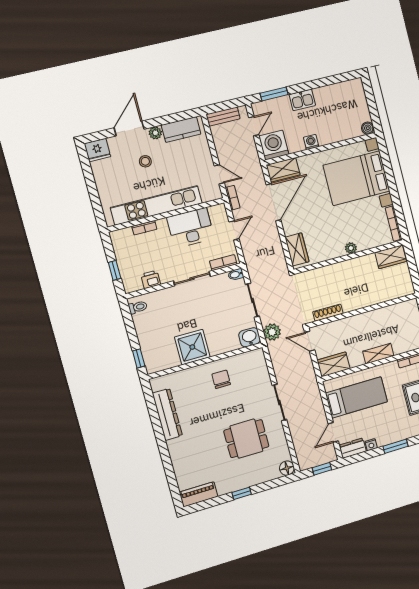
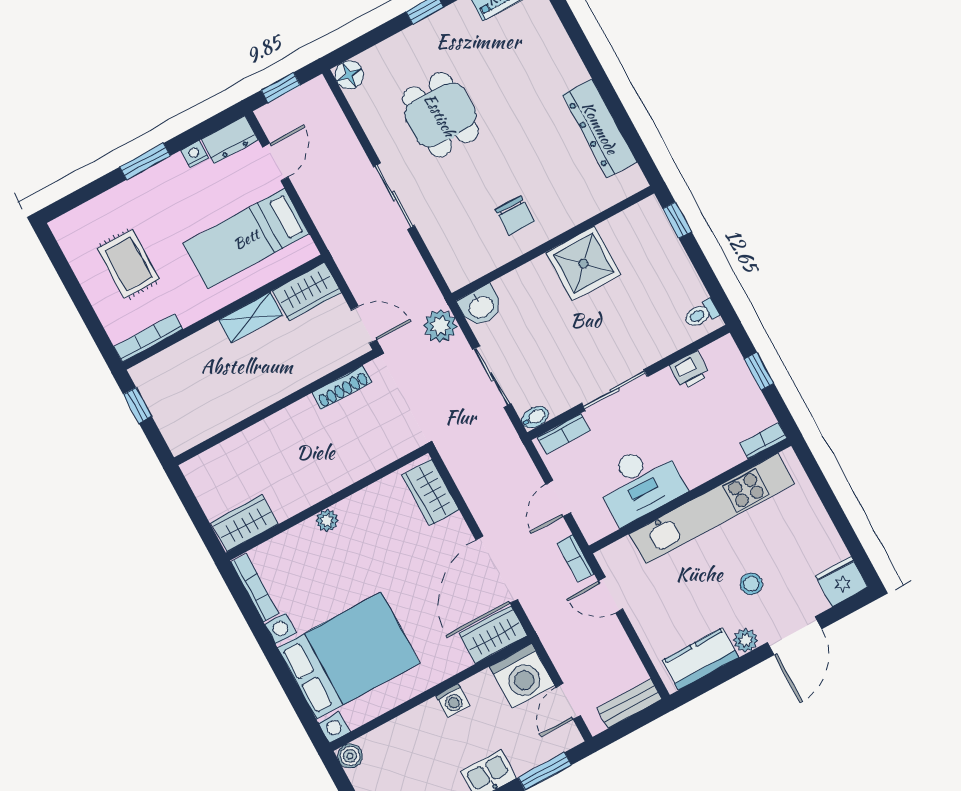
bookcase: (144, 228) -> (763, 441), moved
shelving: (378, 354) -> (251, 317), moved
dining table: (246, 439) -> (440, 115), turned 90

